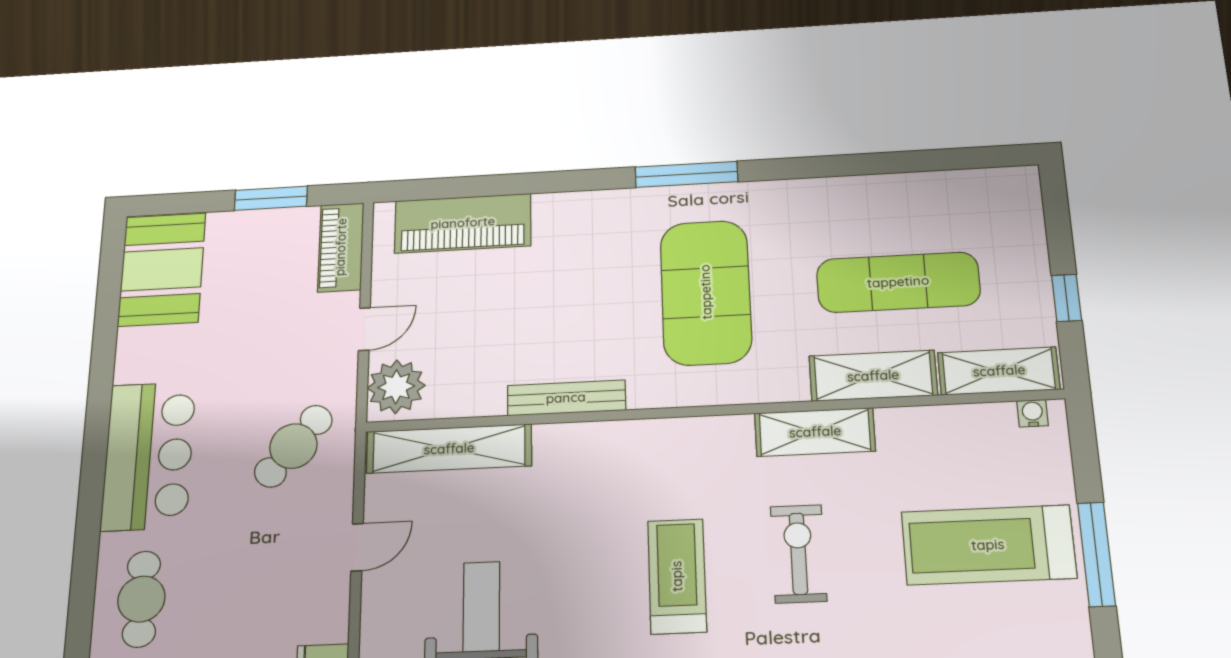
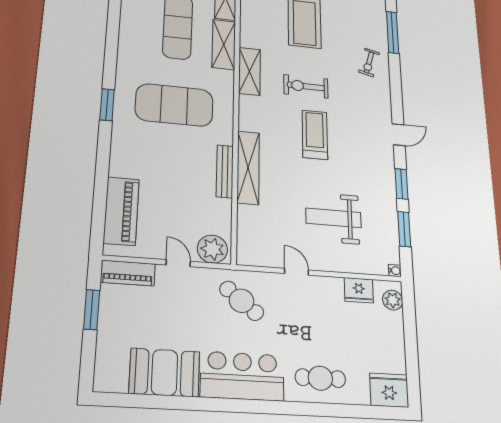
window: (686, 174) -> (107, 105), width x0.69
booth: (162, 269) -> (165, 372), moved
shelving: (449, 449) -> (248, 168), moved
treadmill: (677, 576) -> (315, 135), turned 90

